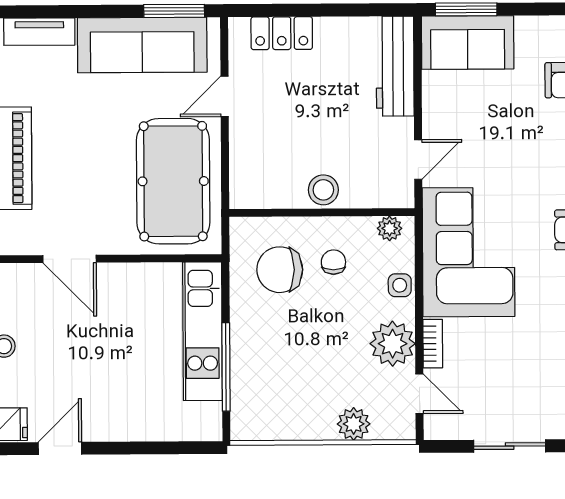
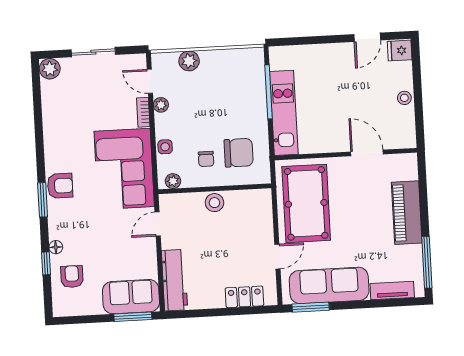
plant: (393, 344) -> (161, 105), width x0.53, depth x0.53

